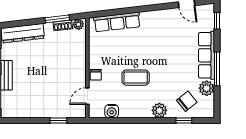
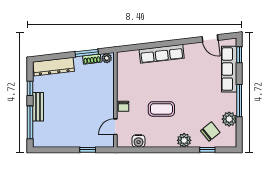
row of seats: (117, 22) -> (162, 54), moved
row of seats: (206, 55) -> (229, 69), moved

